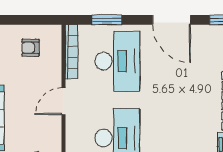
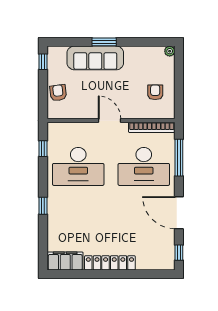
window: (107, 20) -> (179, 158), width x1.44
door: (172, 20) -> (179, 213), hinge flipped

